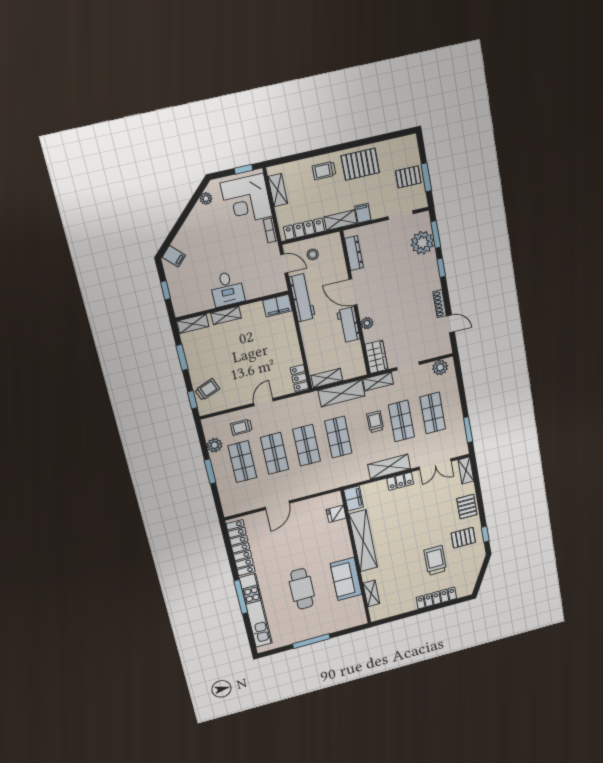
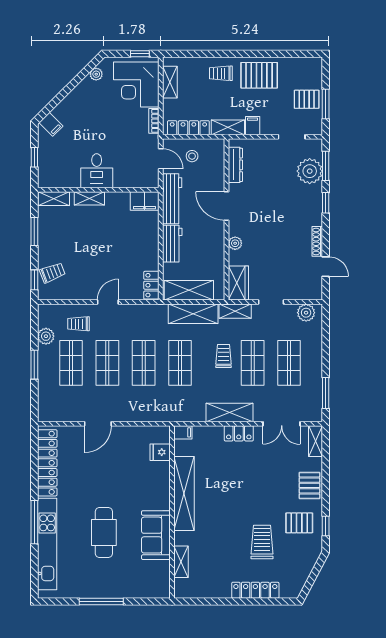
workbench: (348, 325) -> (172, 244), moved, turned 180
shelving: (327, 378) -> (189, 290), width x1.50, depth x1.33
filing cabinet: (354, 498) -> (183, 432), width x0.50

